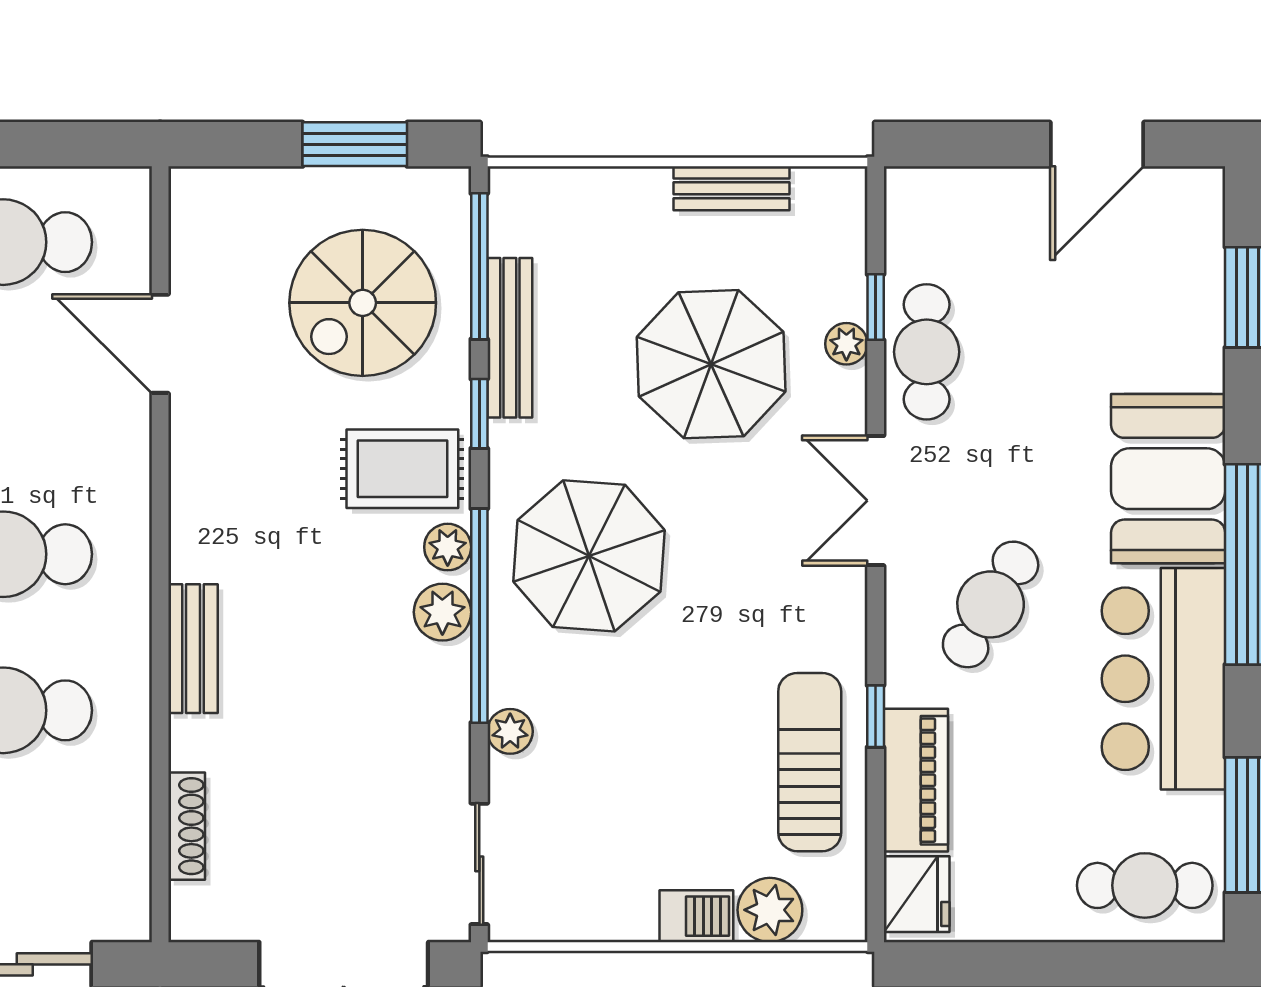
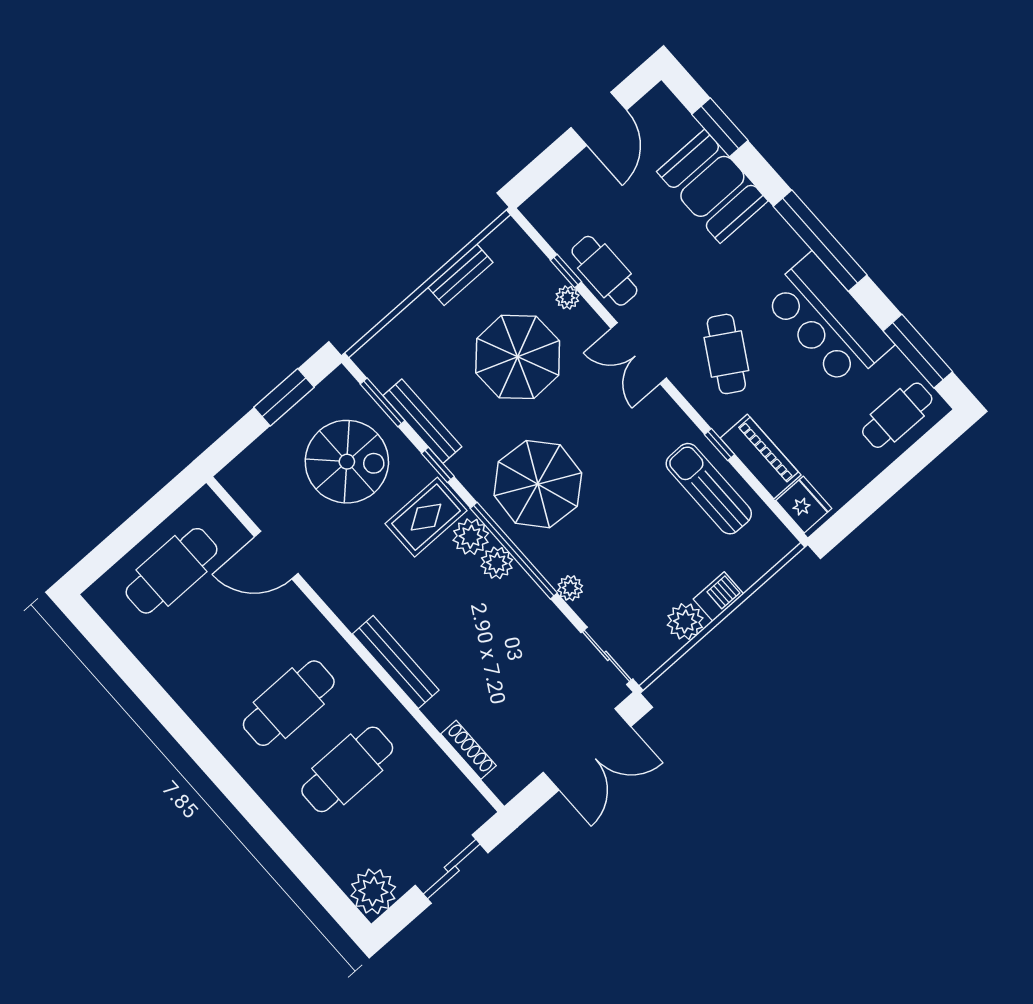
window: (479, 266) -> (383, 402), width x0.69
spiral stairs: (363, 303) -> (347, 462), turned -90
booth: (1168, 479) -> (712, 186), moved
plant: (448, 547) -> (471, 537), width x1.38, depth x1.38
bench: (193, 649) -> (396, 662), width x1.36
plant: (770, 910) -> (685, 621), moved

